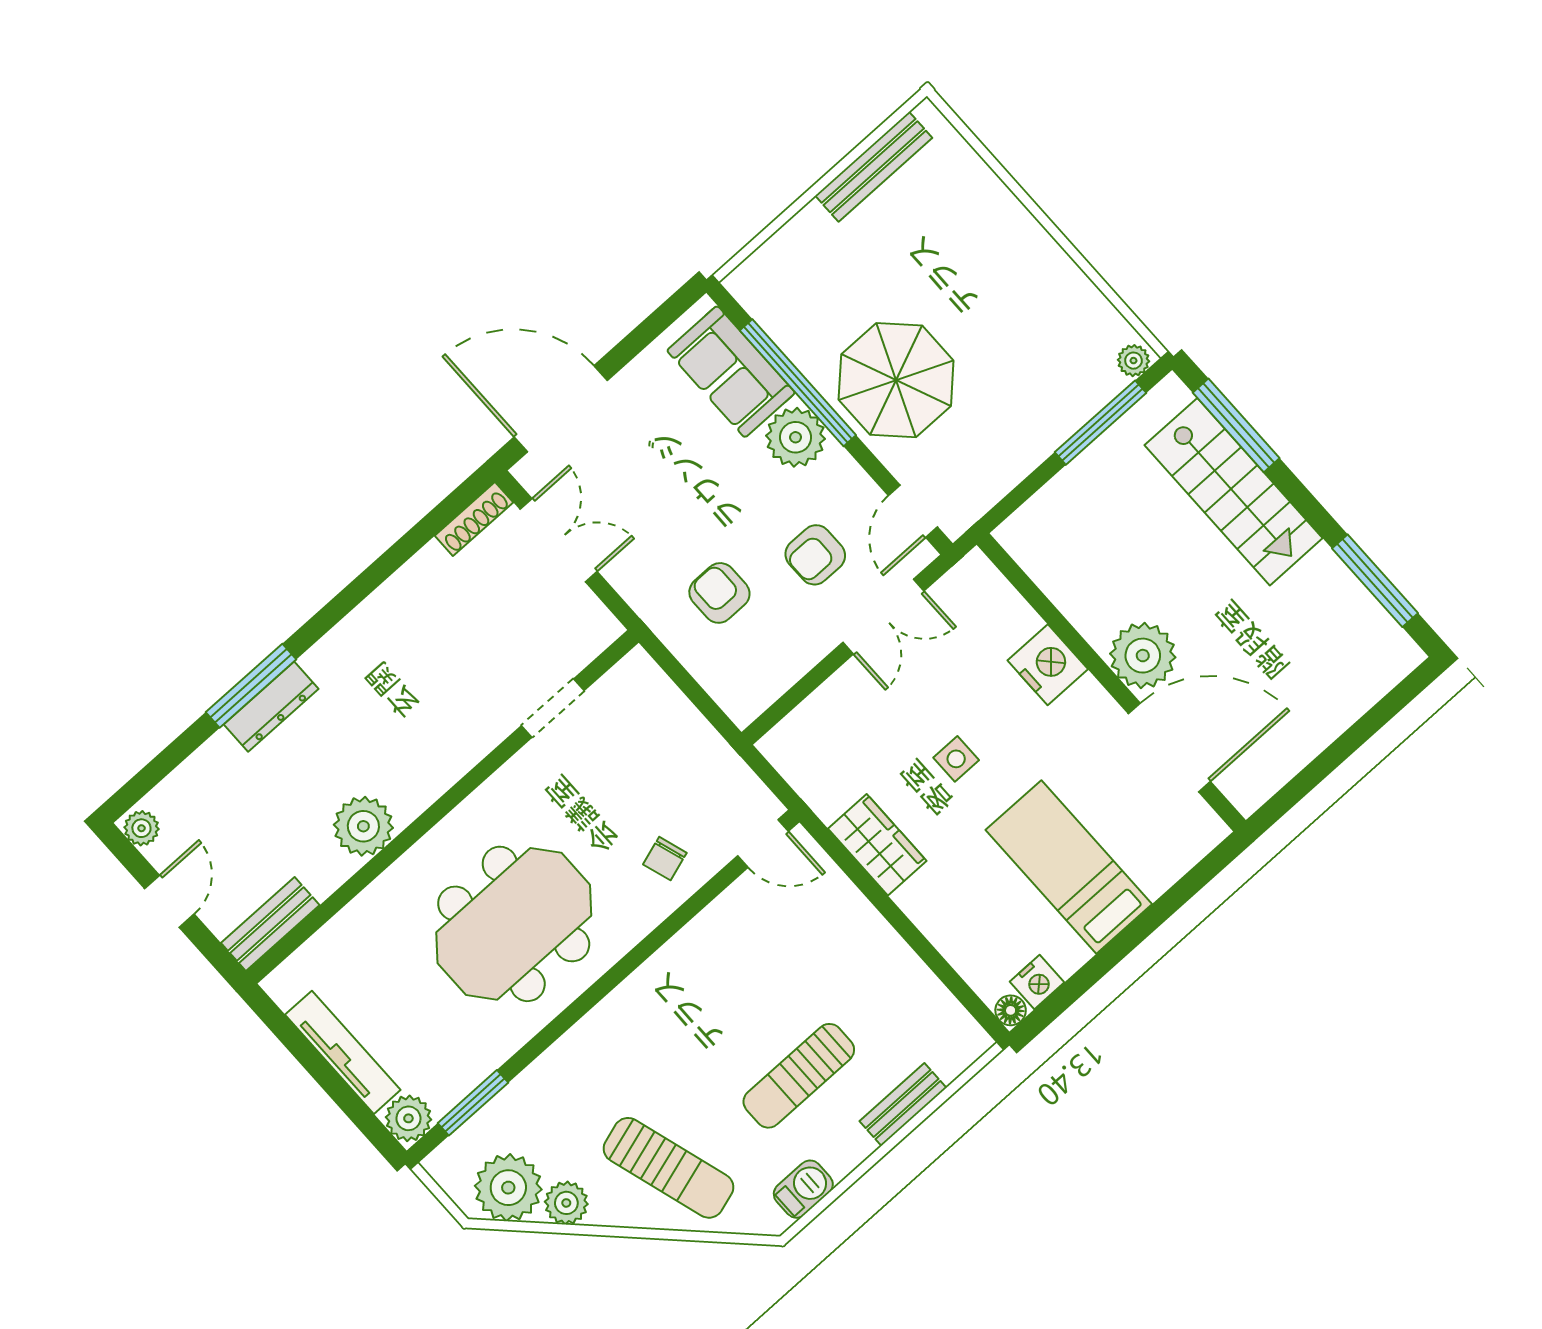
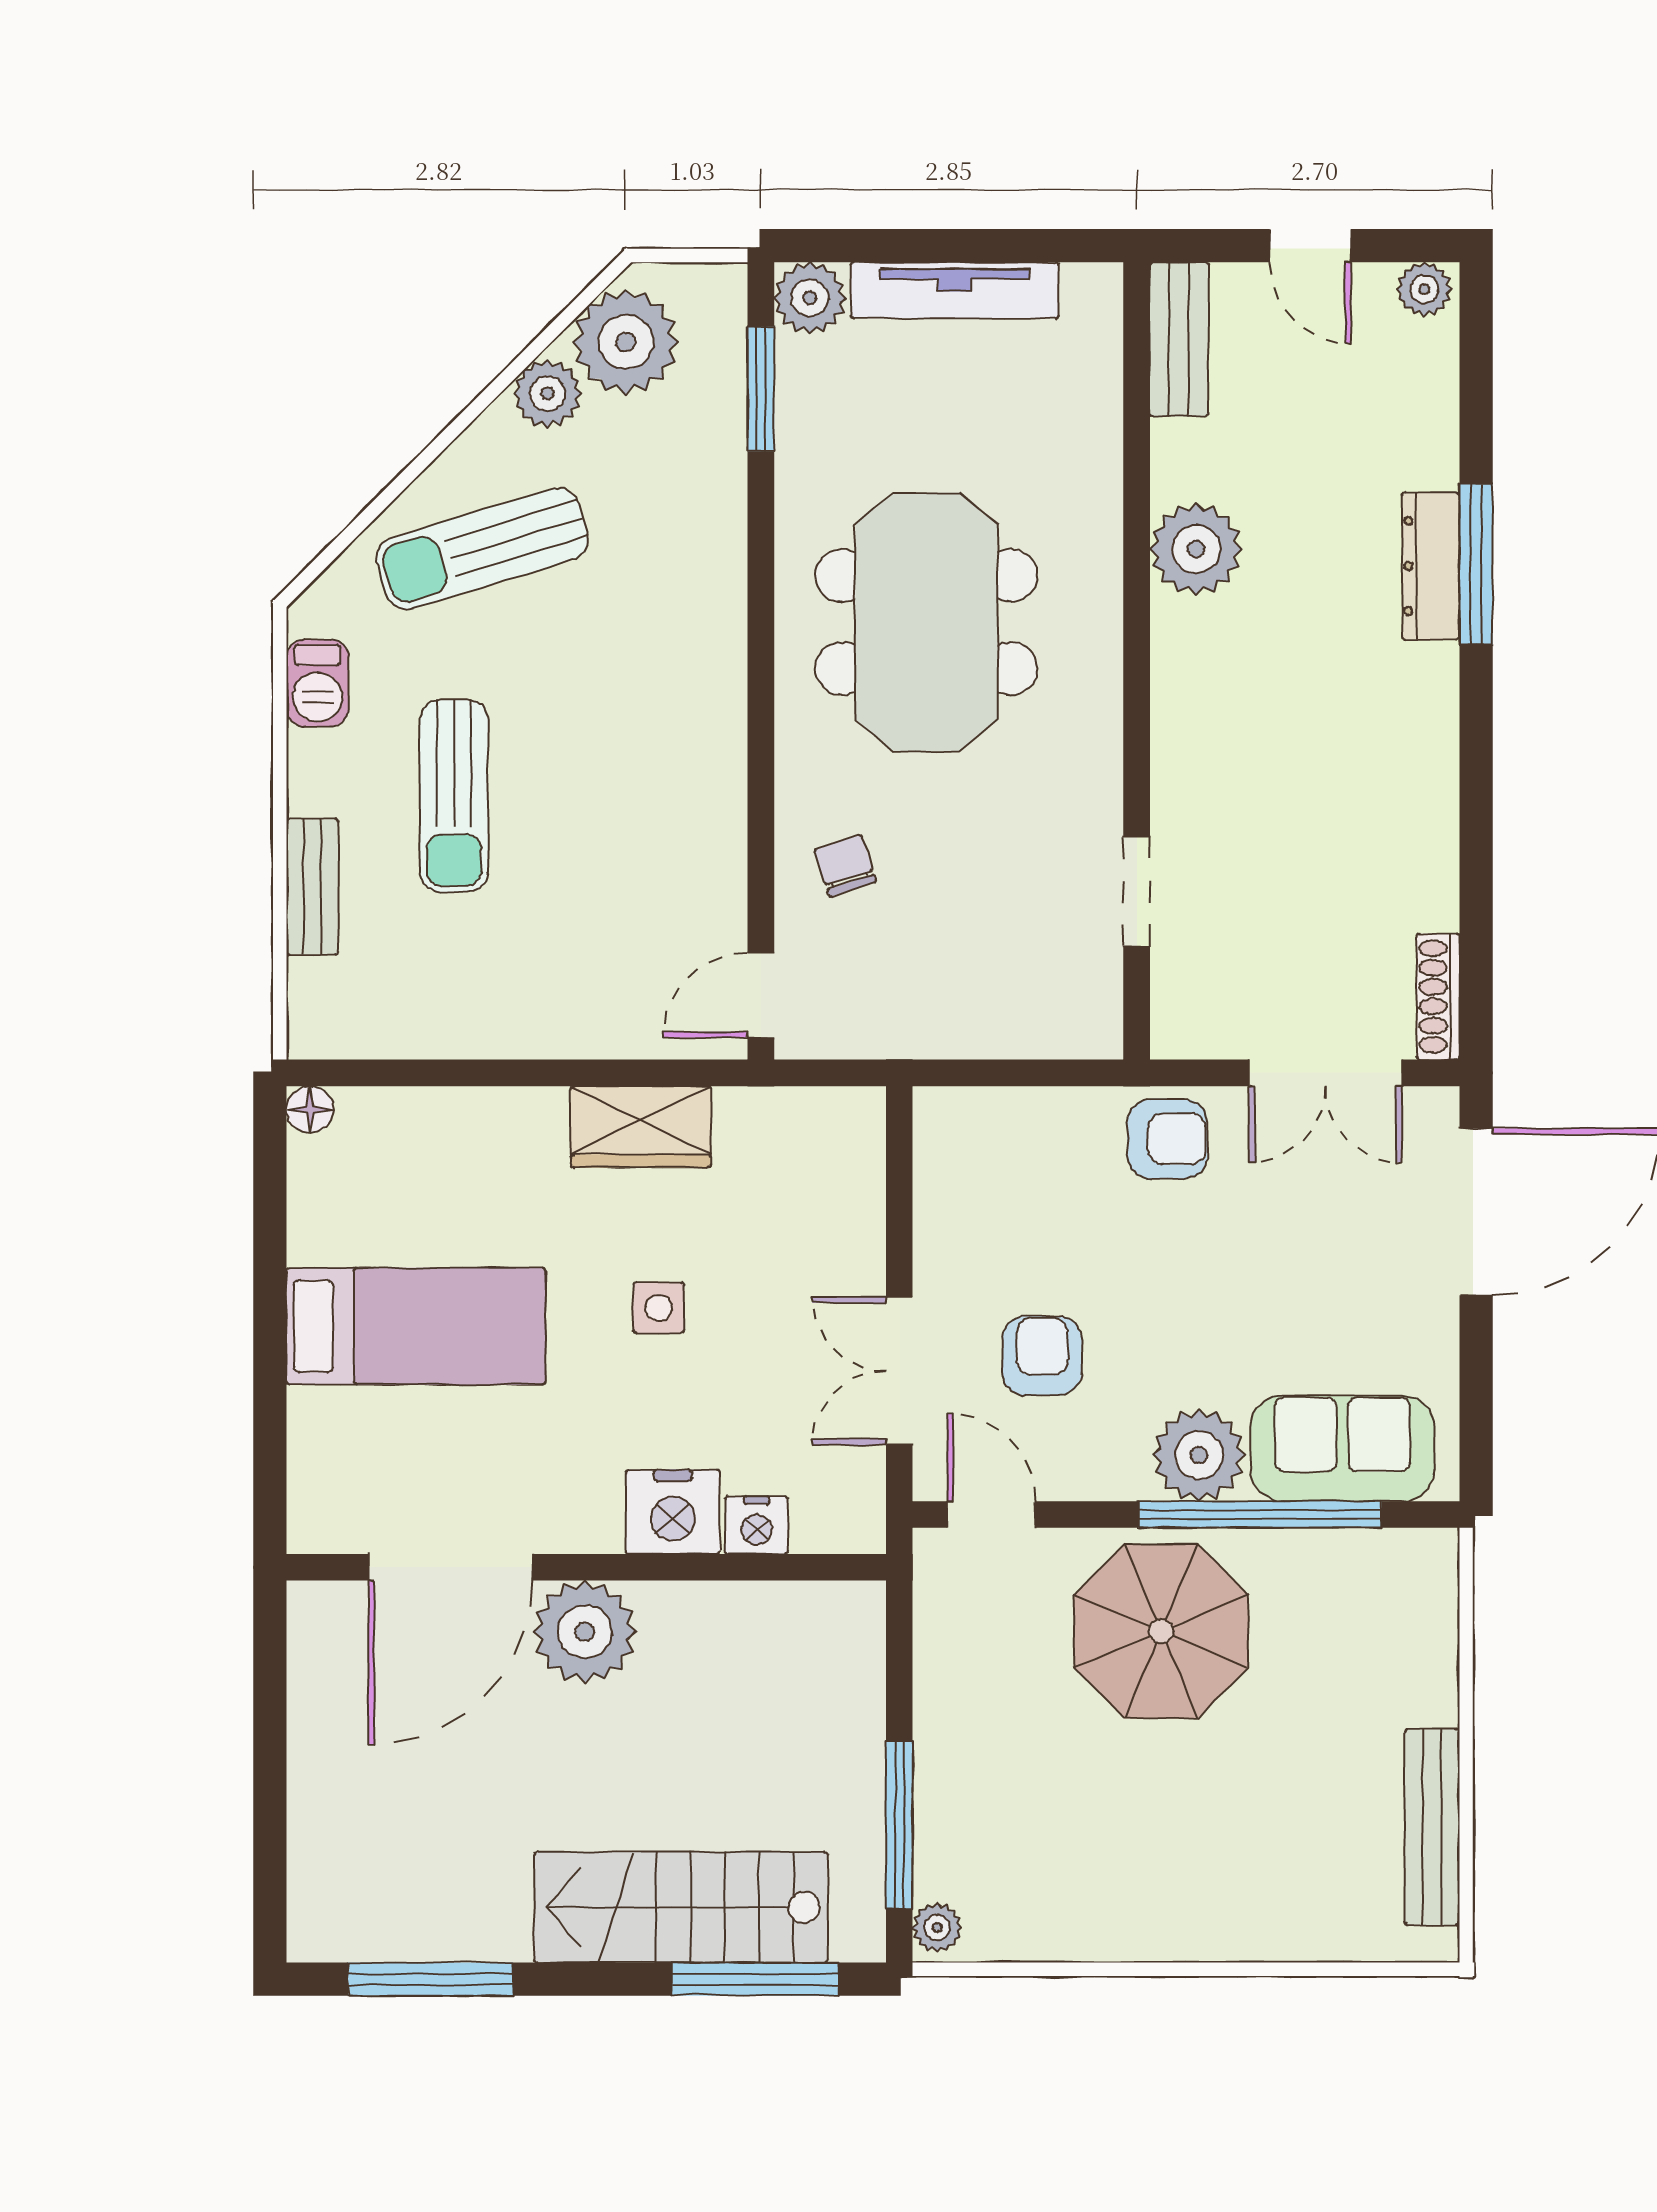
armchair: (719, 593) -> (1167, 1139), moved
nightstand: (1037, 982) -> (757, 1525), moved, turned -90
sun lounger: (799, 1076) -> (454, 796), turned 180

